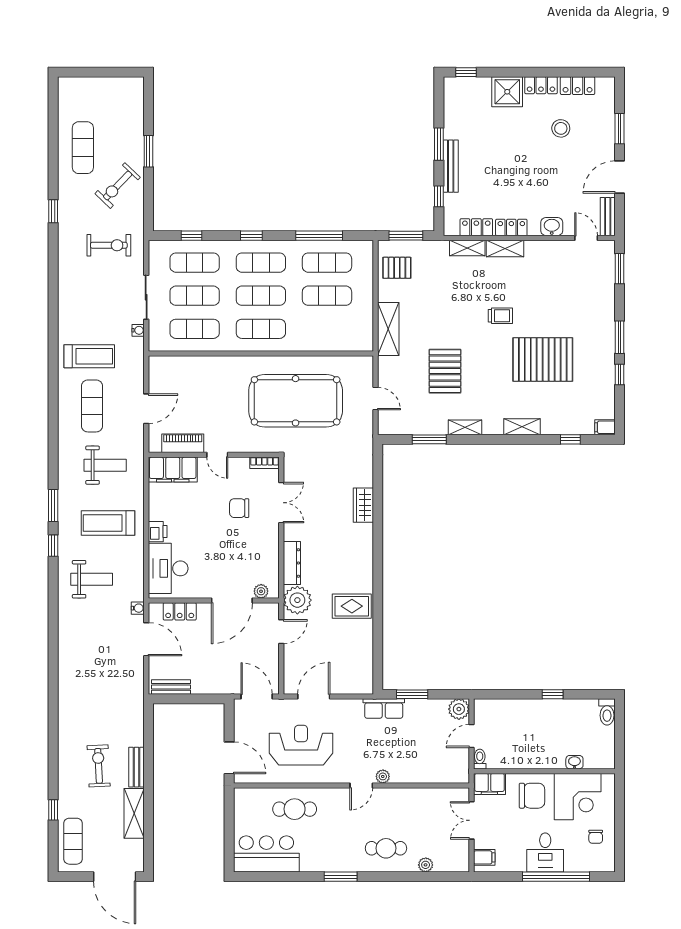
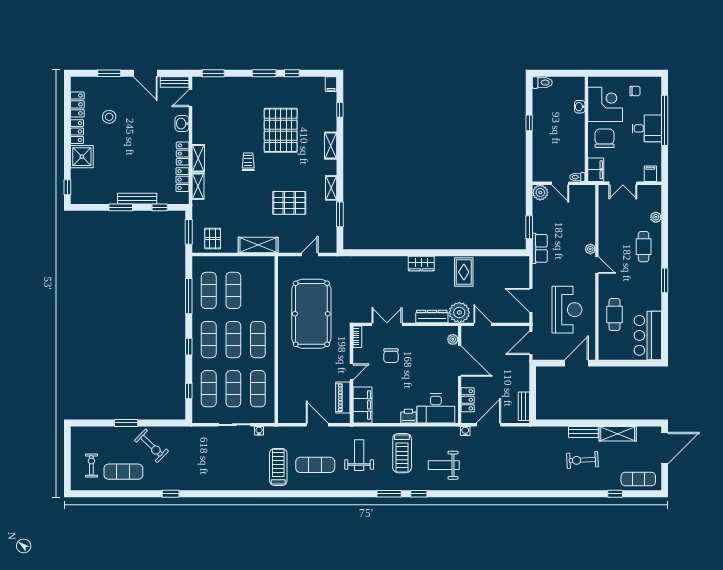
exercise bike: (109, 245) -> (91, 465), moved, width x0.73, depth x0.72
wardrobe: (363, 505) -> (421, 263), moved
weight bench: (92, 579) -> (444, 465), turned -90
reception desk: (301, 745) -> (567, 310), turned 180

